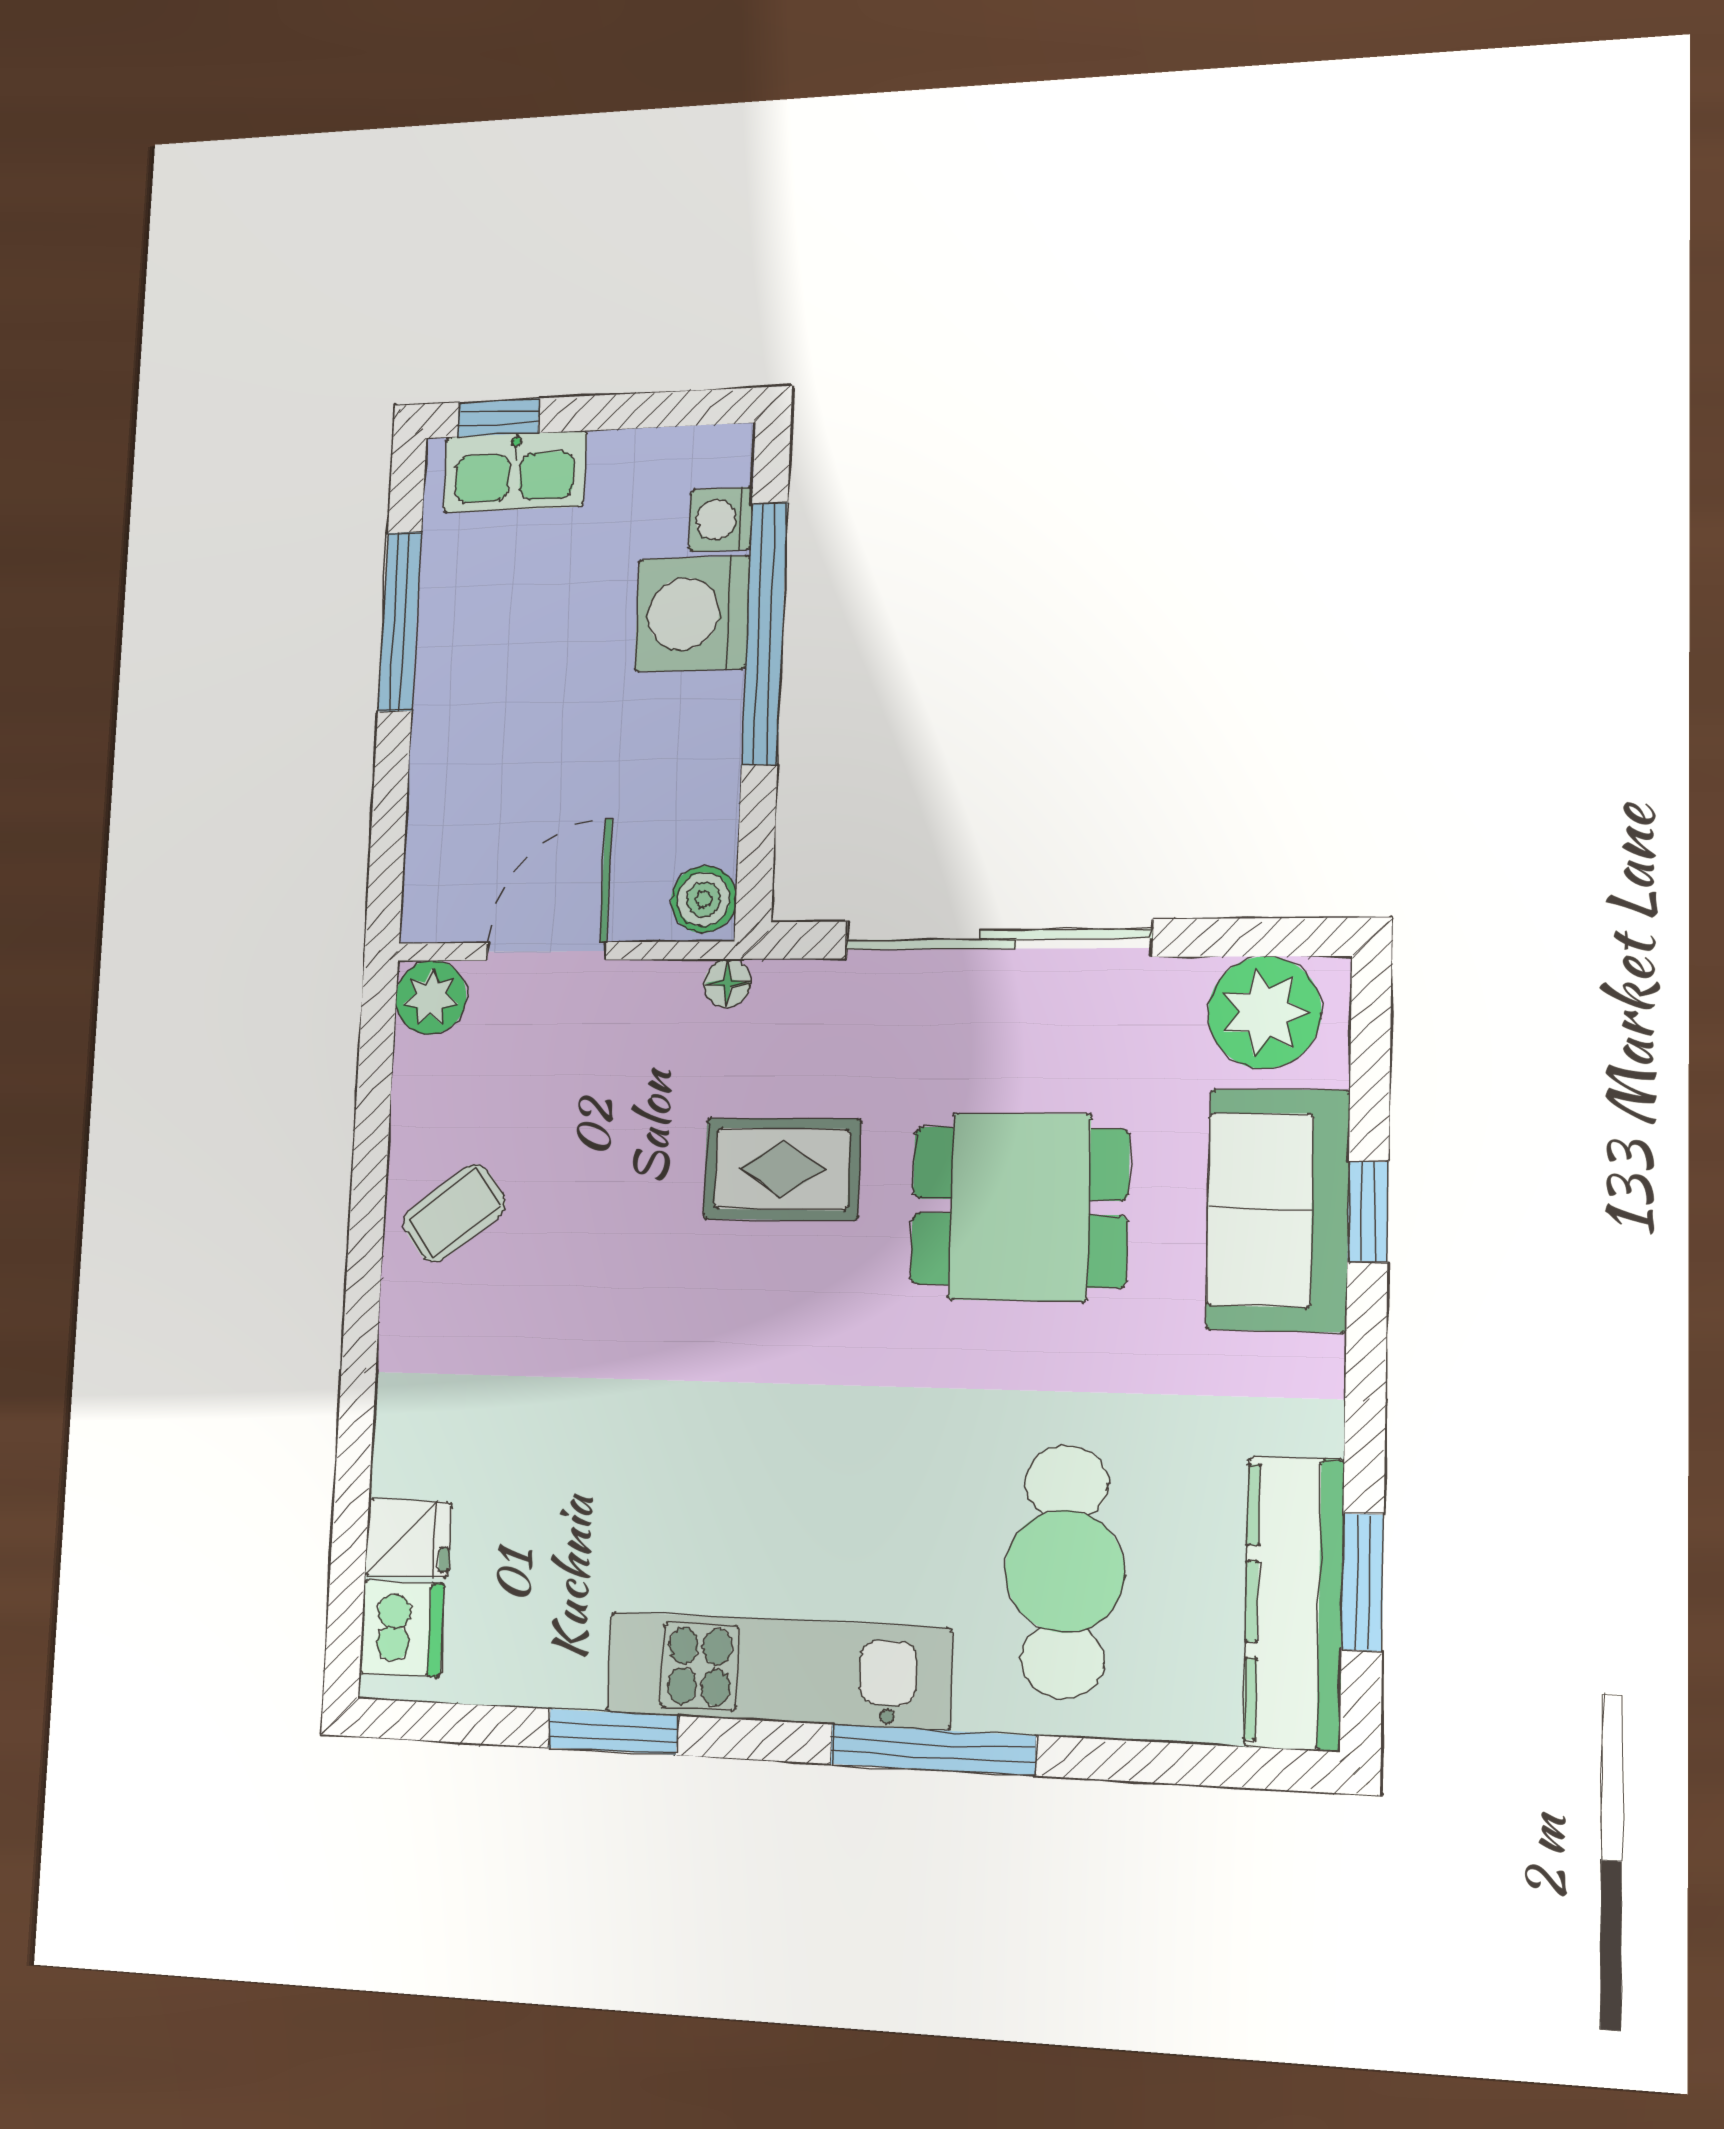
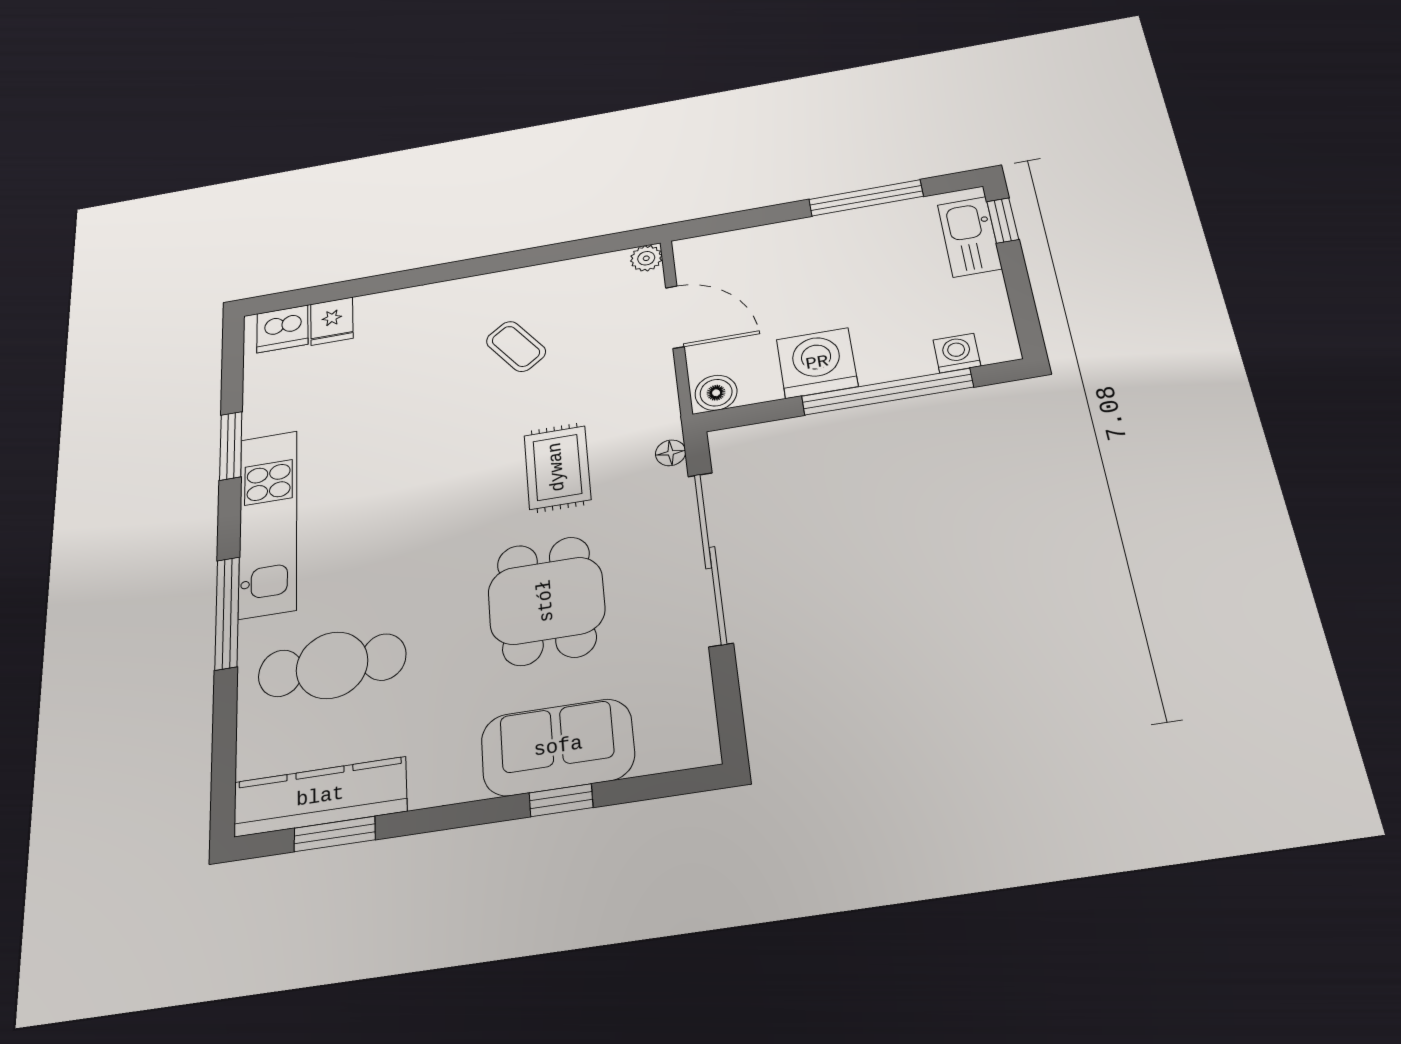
washing machine: (692, 614) -> (817, 363), moved
floor lamp: (727, 983) -> (671, 453), moved
plant: (431, 997) -> (646, 258), width x0.73, depth x0.73
plant: (1264, 1012) -> (681, 718), removed
coffee table: (454, 1213) -> (516, 346), moved

